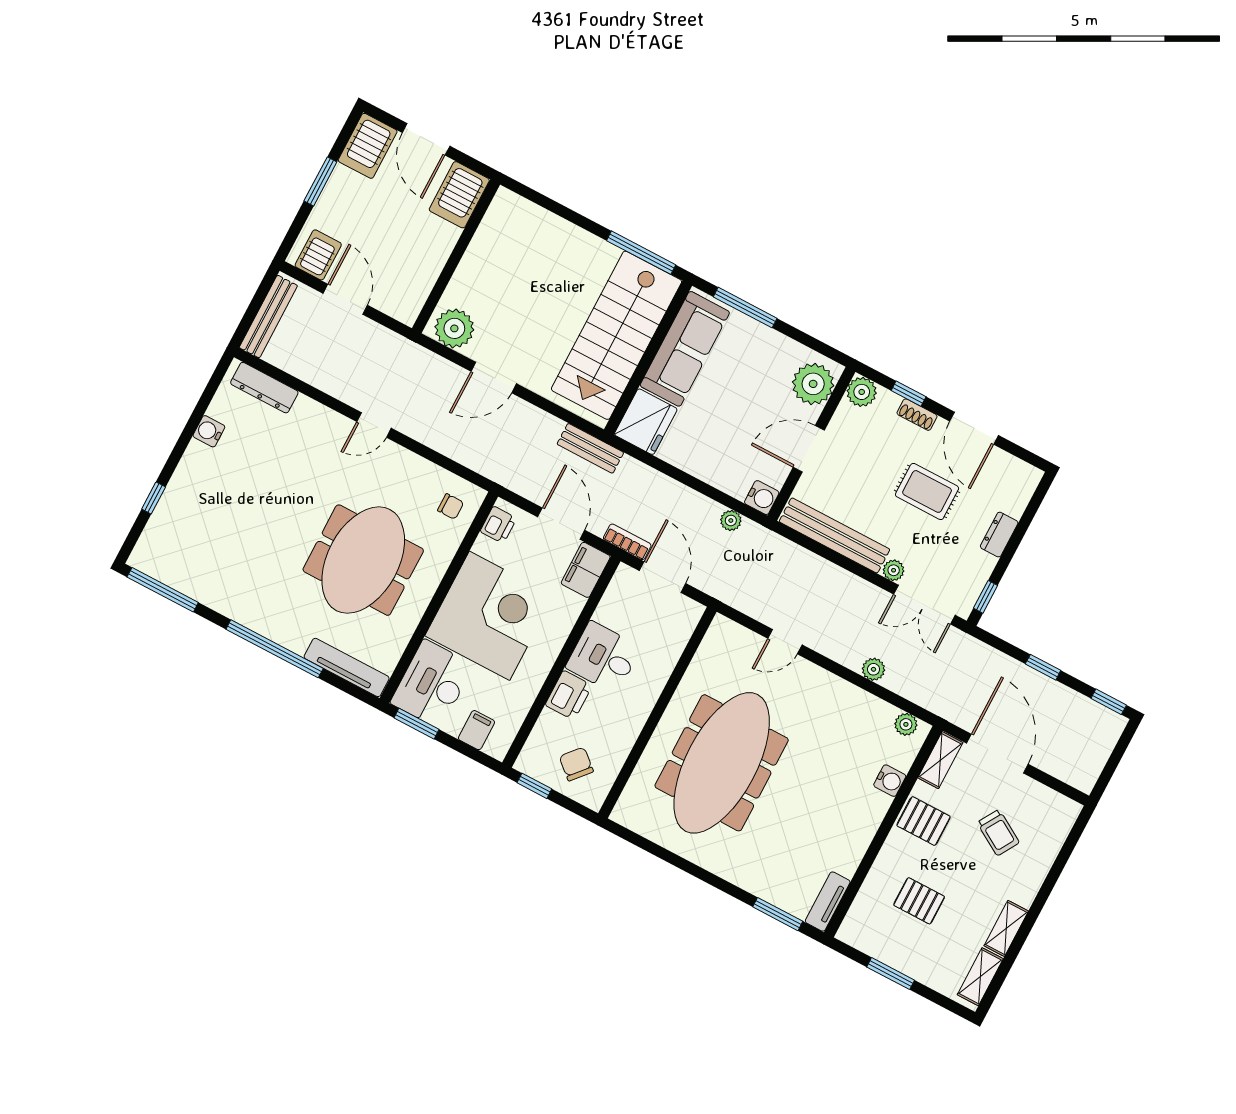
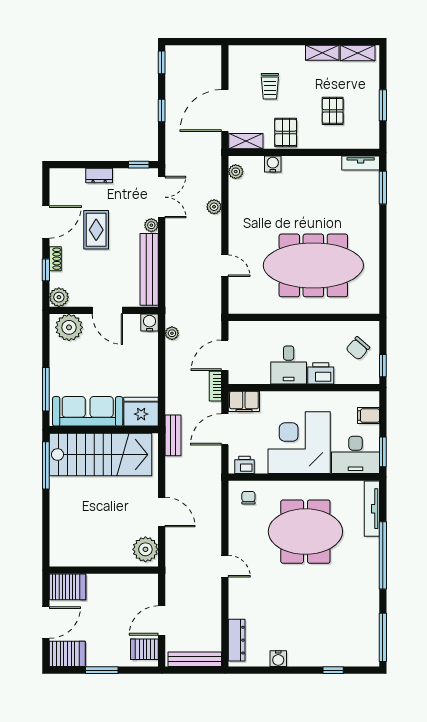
trolley: (998, 833) -> (270, 86), turned 149

